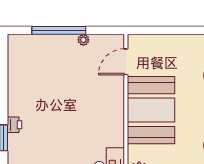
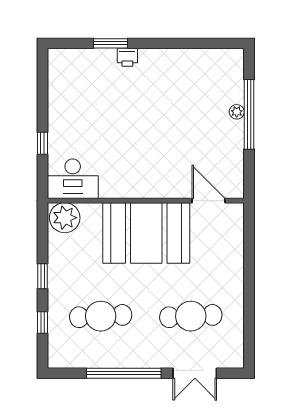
plant: (83, 40) -> (237, 112), moved

